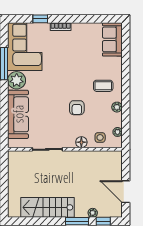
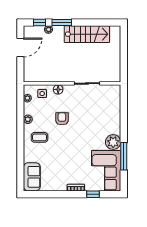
sofa: (18, 114) -> (112, 113), removed
door: (126, 192) -> (20, 47), hinge flipped

